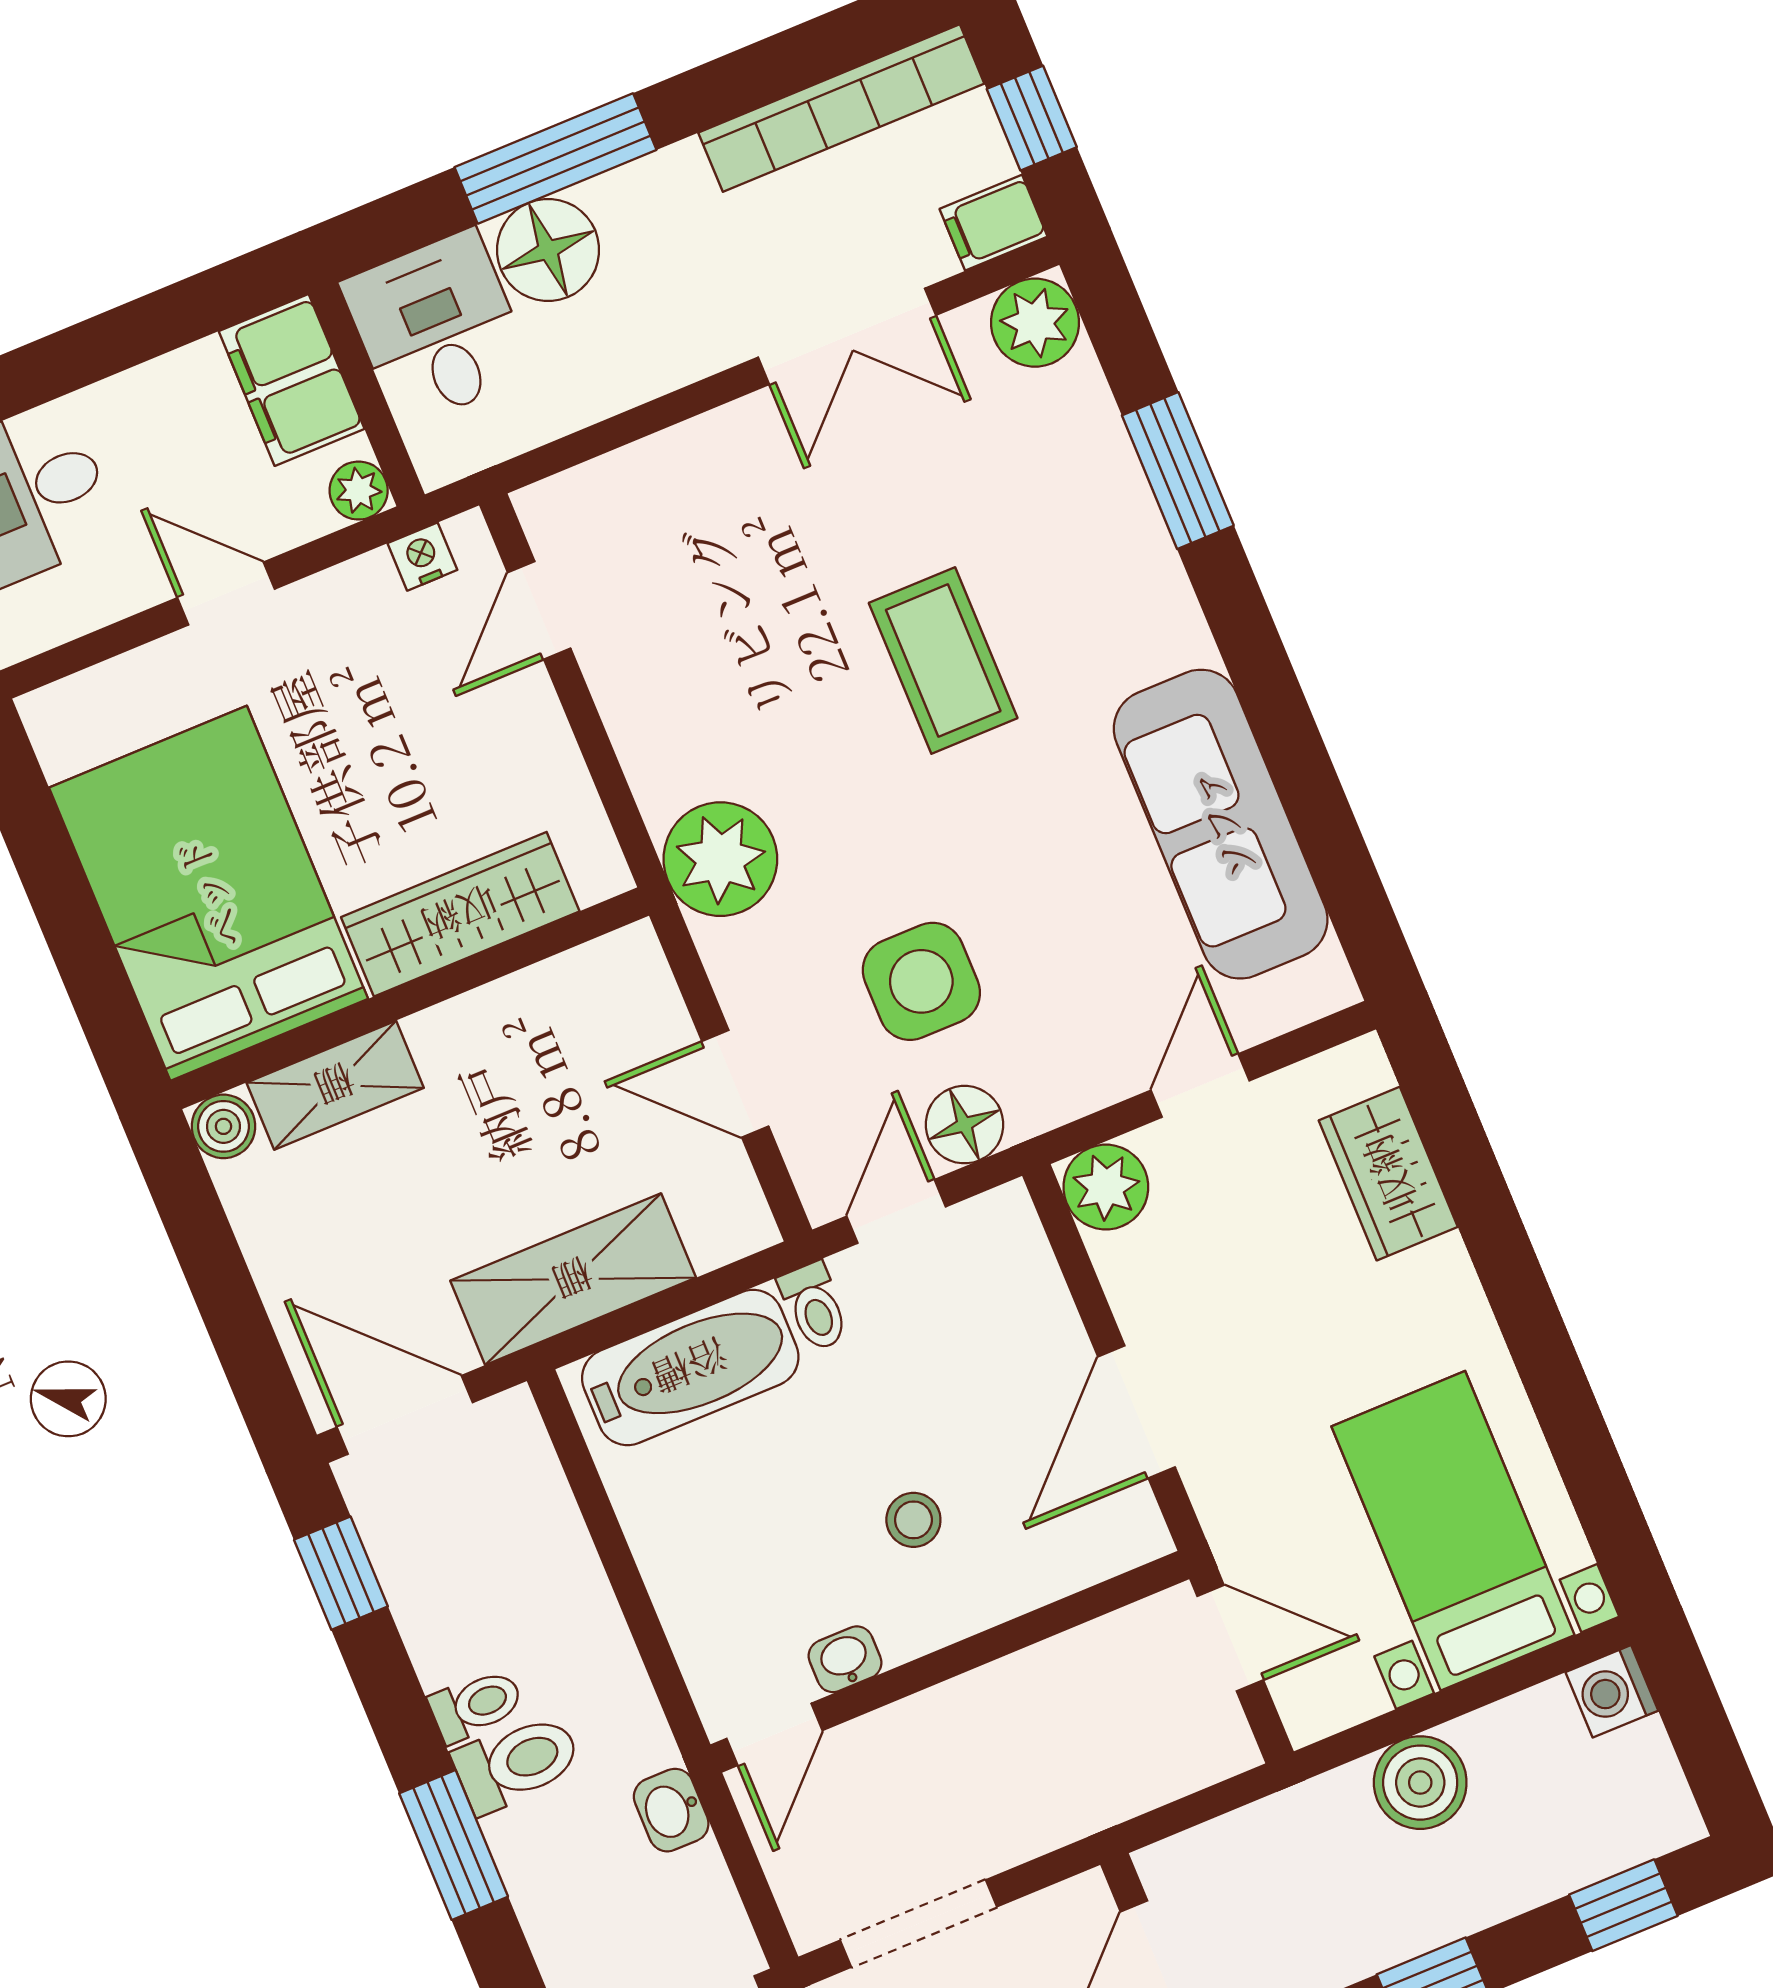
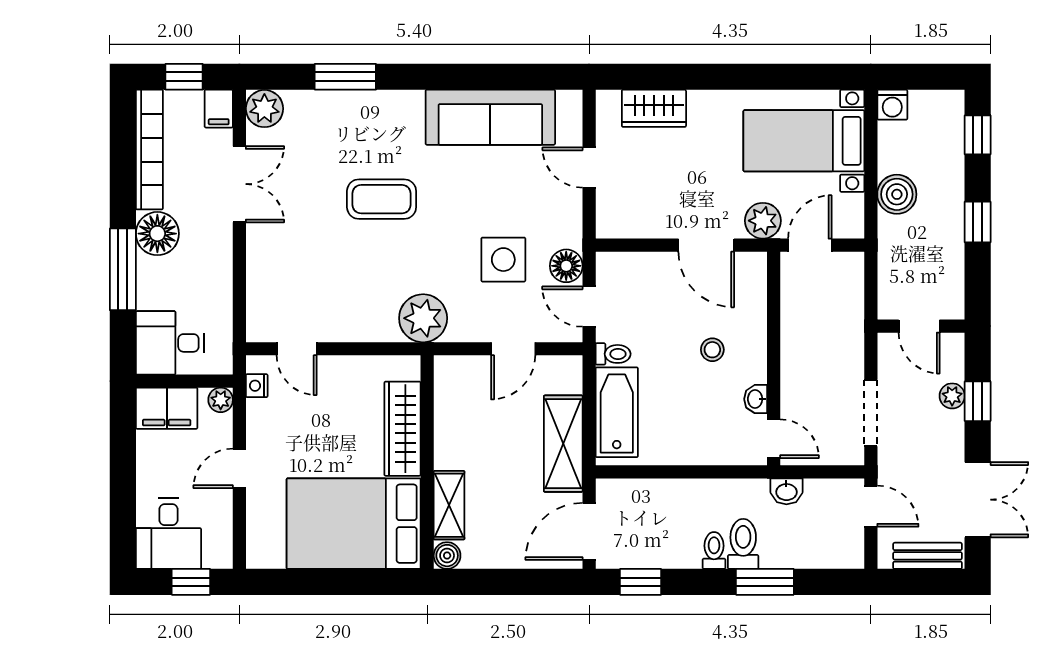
floor lamp: (548, 250) -> (157, 234), moved
plant: (1106, 1187) -> (763, 221), moved

